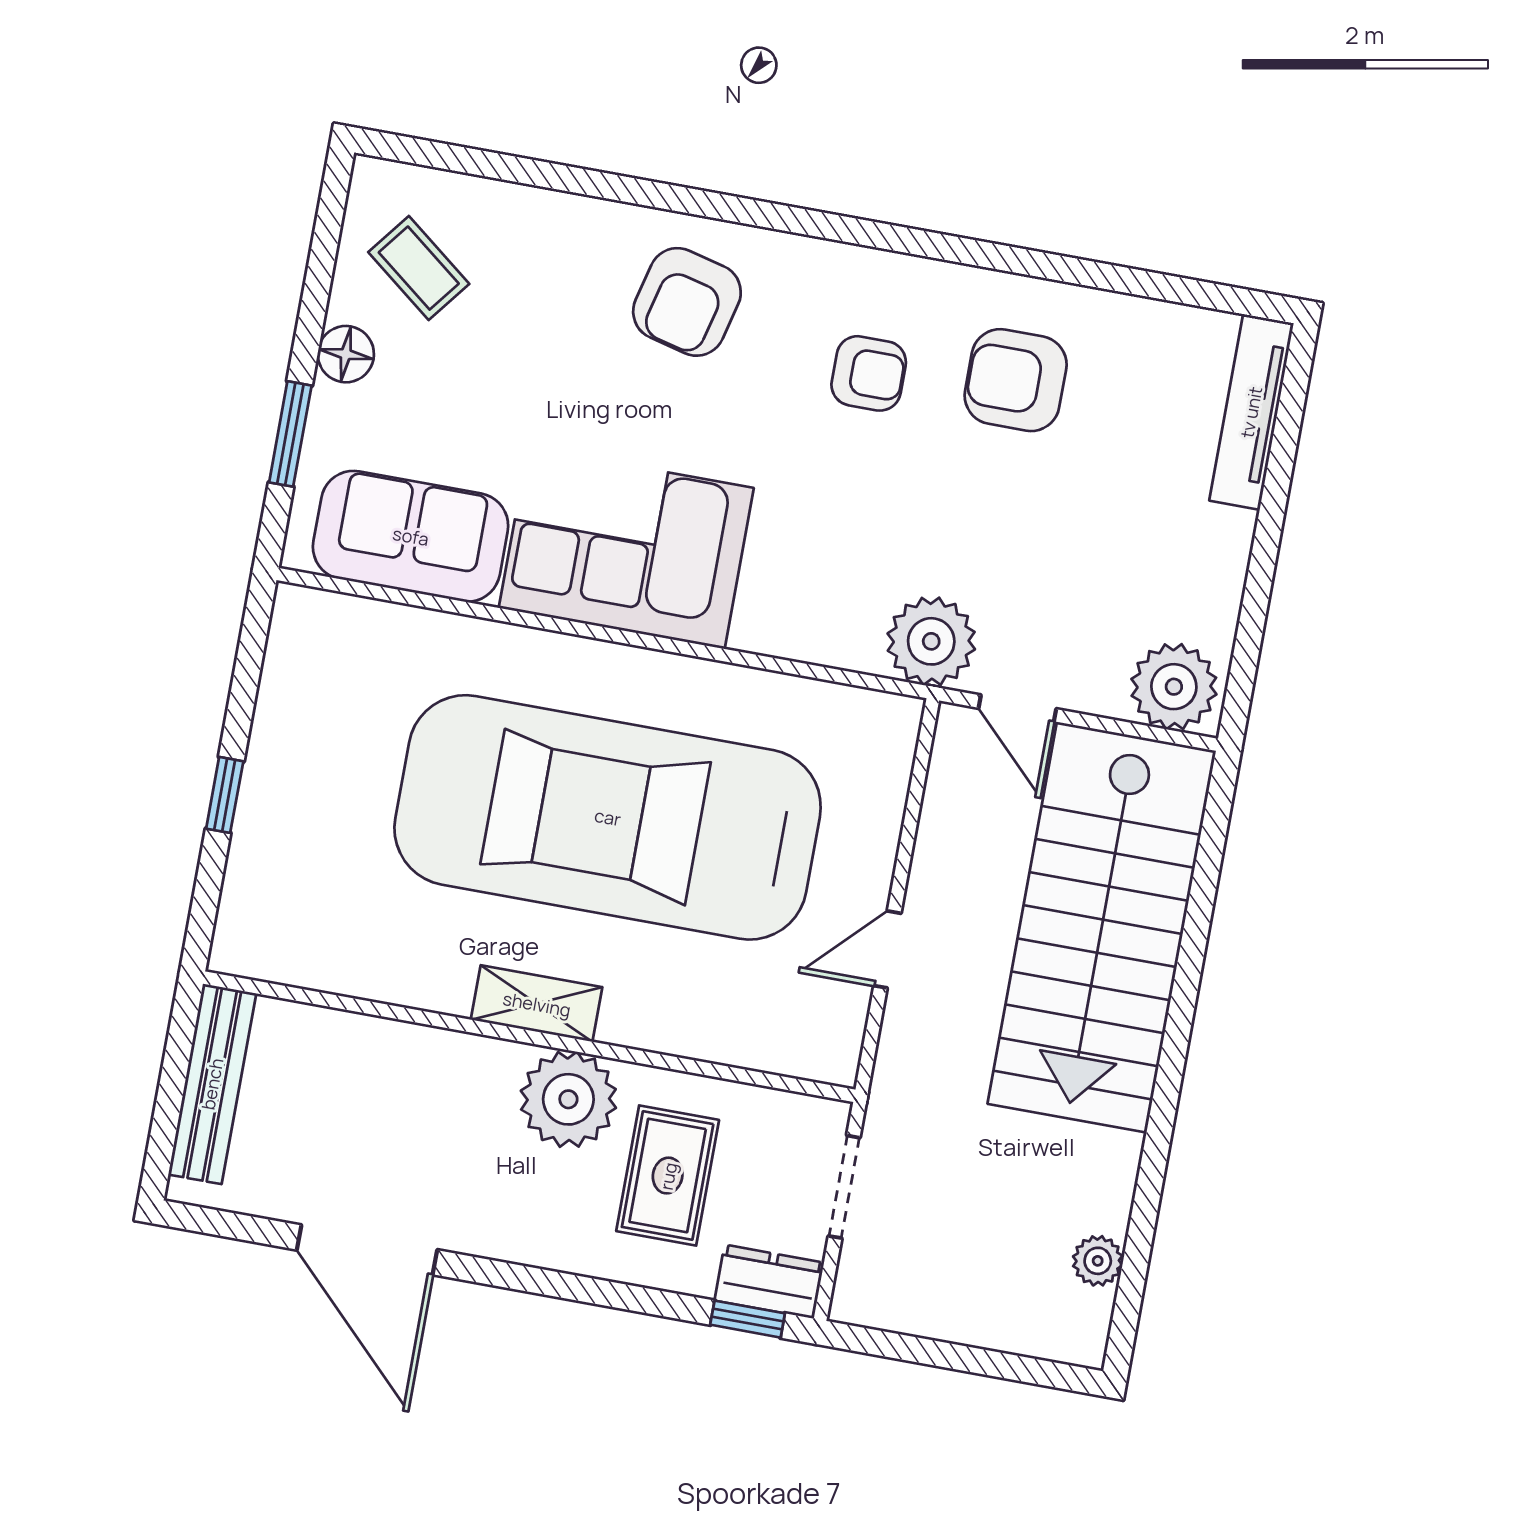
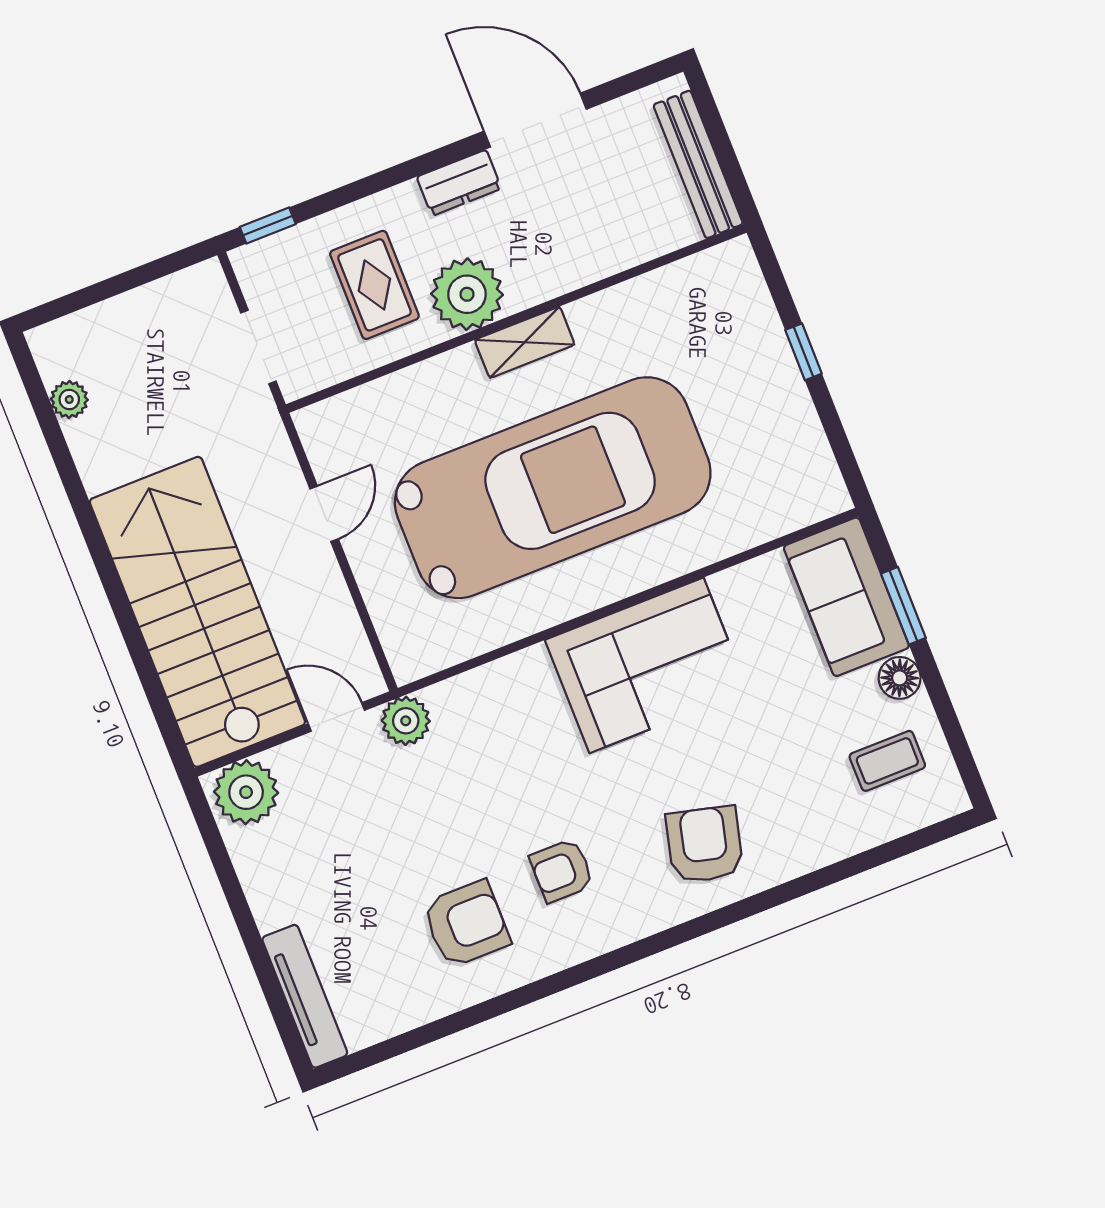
coffee table: (419, 268) -> (887, 761), turned -38
sofa: (411, 536) -> (846, 597), moved, turned 90
plant: (931, 641) -> (406, 721), width x0.73, depth x0.73
dresser: (769, 1282) -> (459, 183), moved

